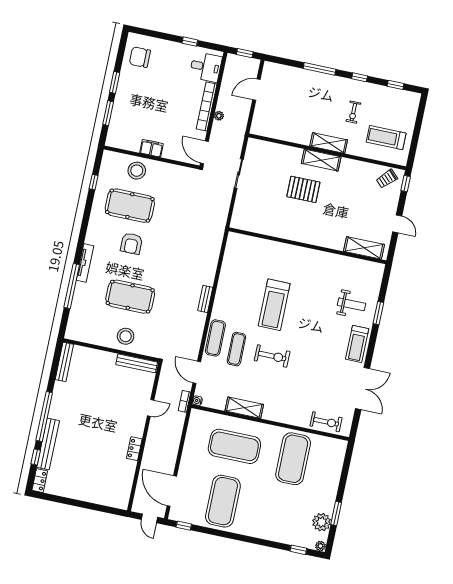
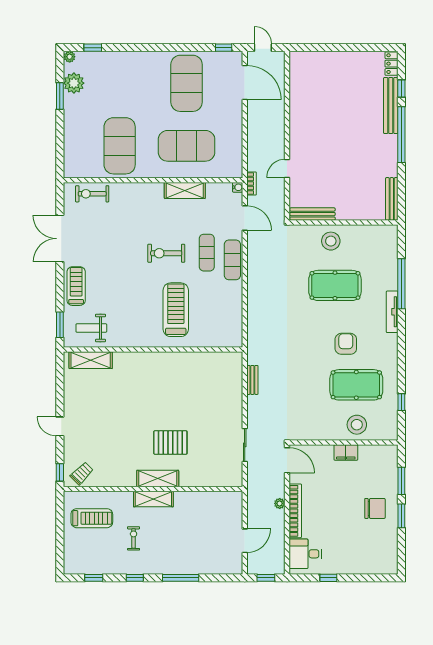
chair: (140, 57) -> (375, 508), moved
wall: (307, 246) -> (153, 349), moved
shelving: (364, 248) -> (91, 360), moved
bench: (205, 299) -> (252, 380), moved
locker: (134, 449) -> (295, 120), removed

